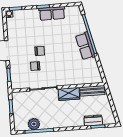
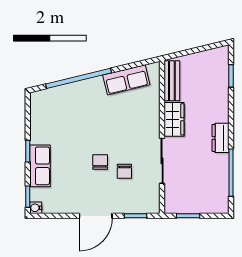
row of seats: (52, 13) -> (40, 166), moved
row of seats: (85, 46) -> (126, 80), moved
dresser: (93, 120) -> (220, 138), moved
plant: (34, 124) -> (219, 180), removed

